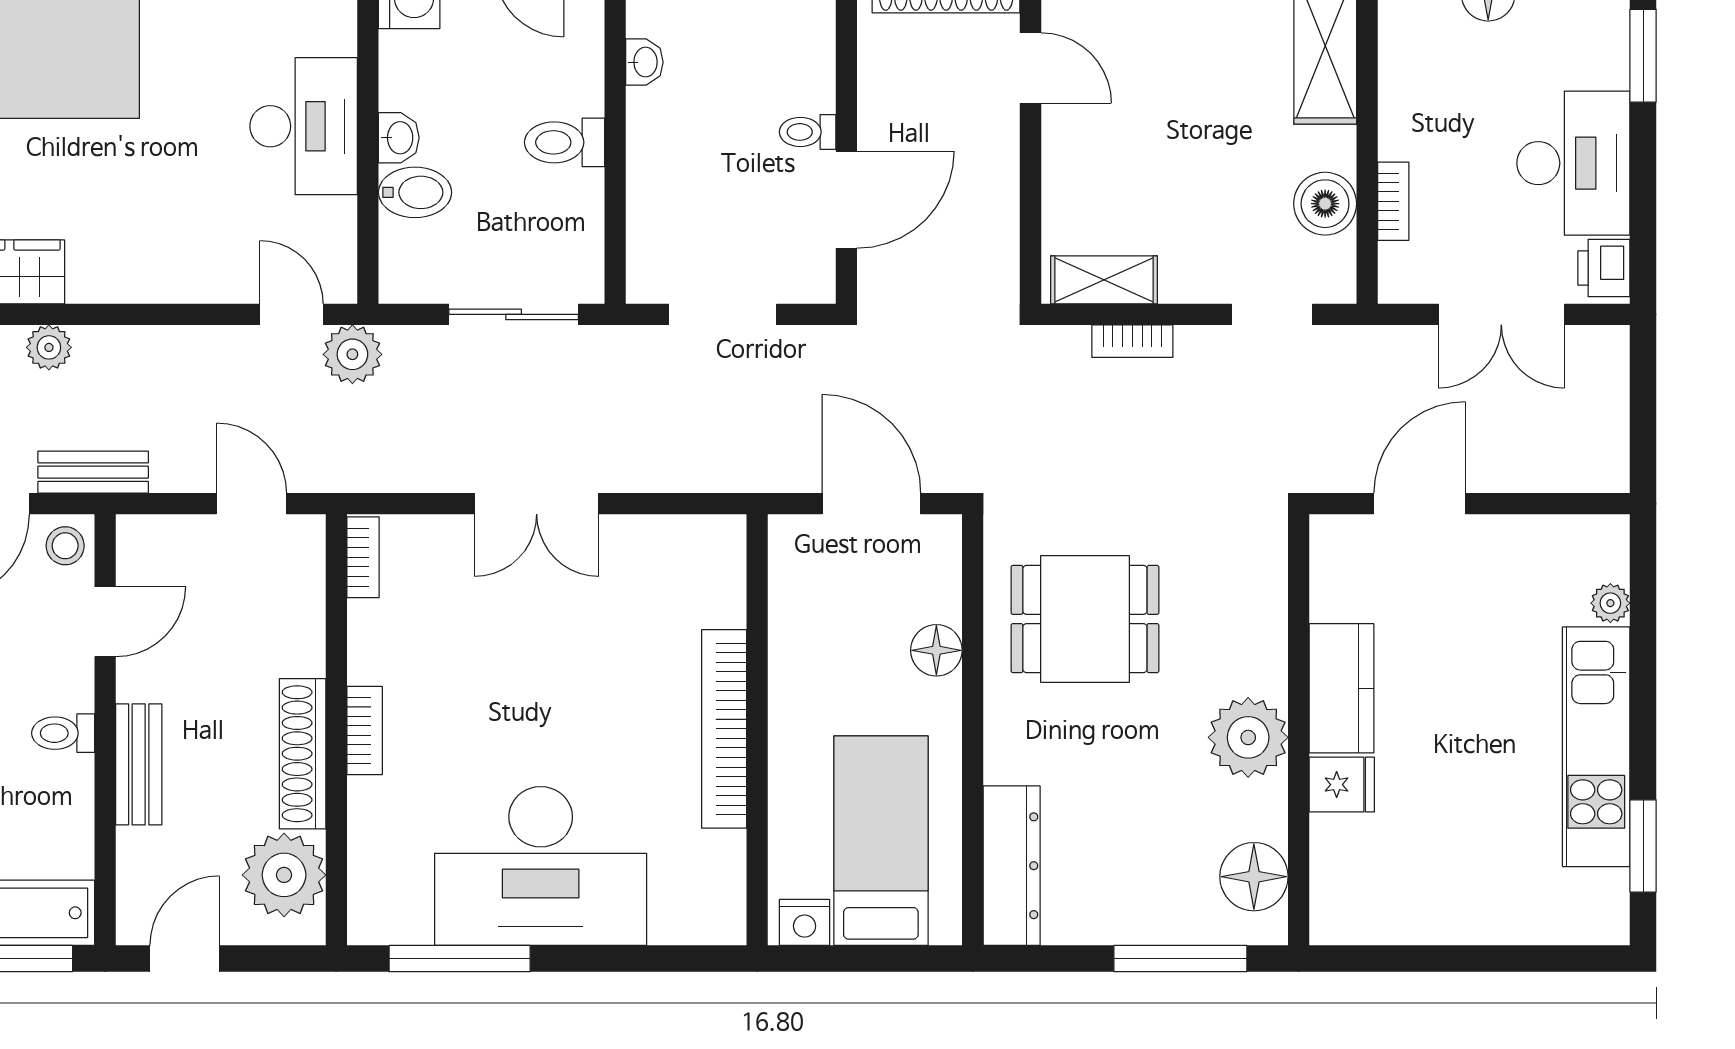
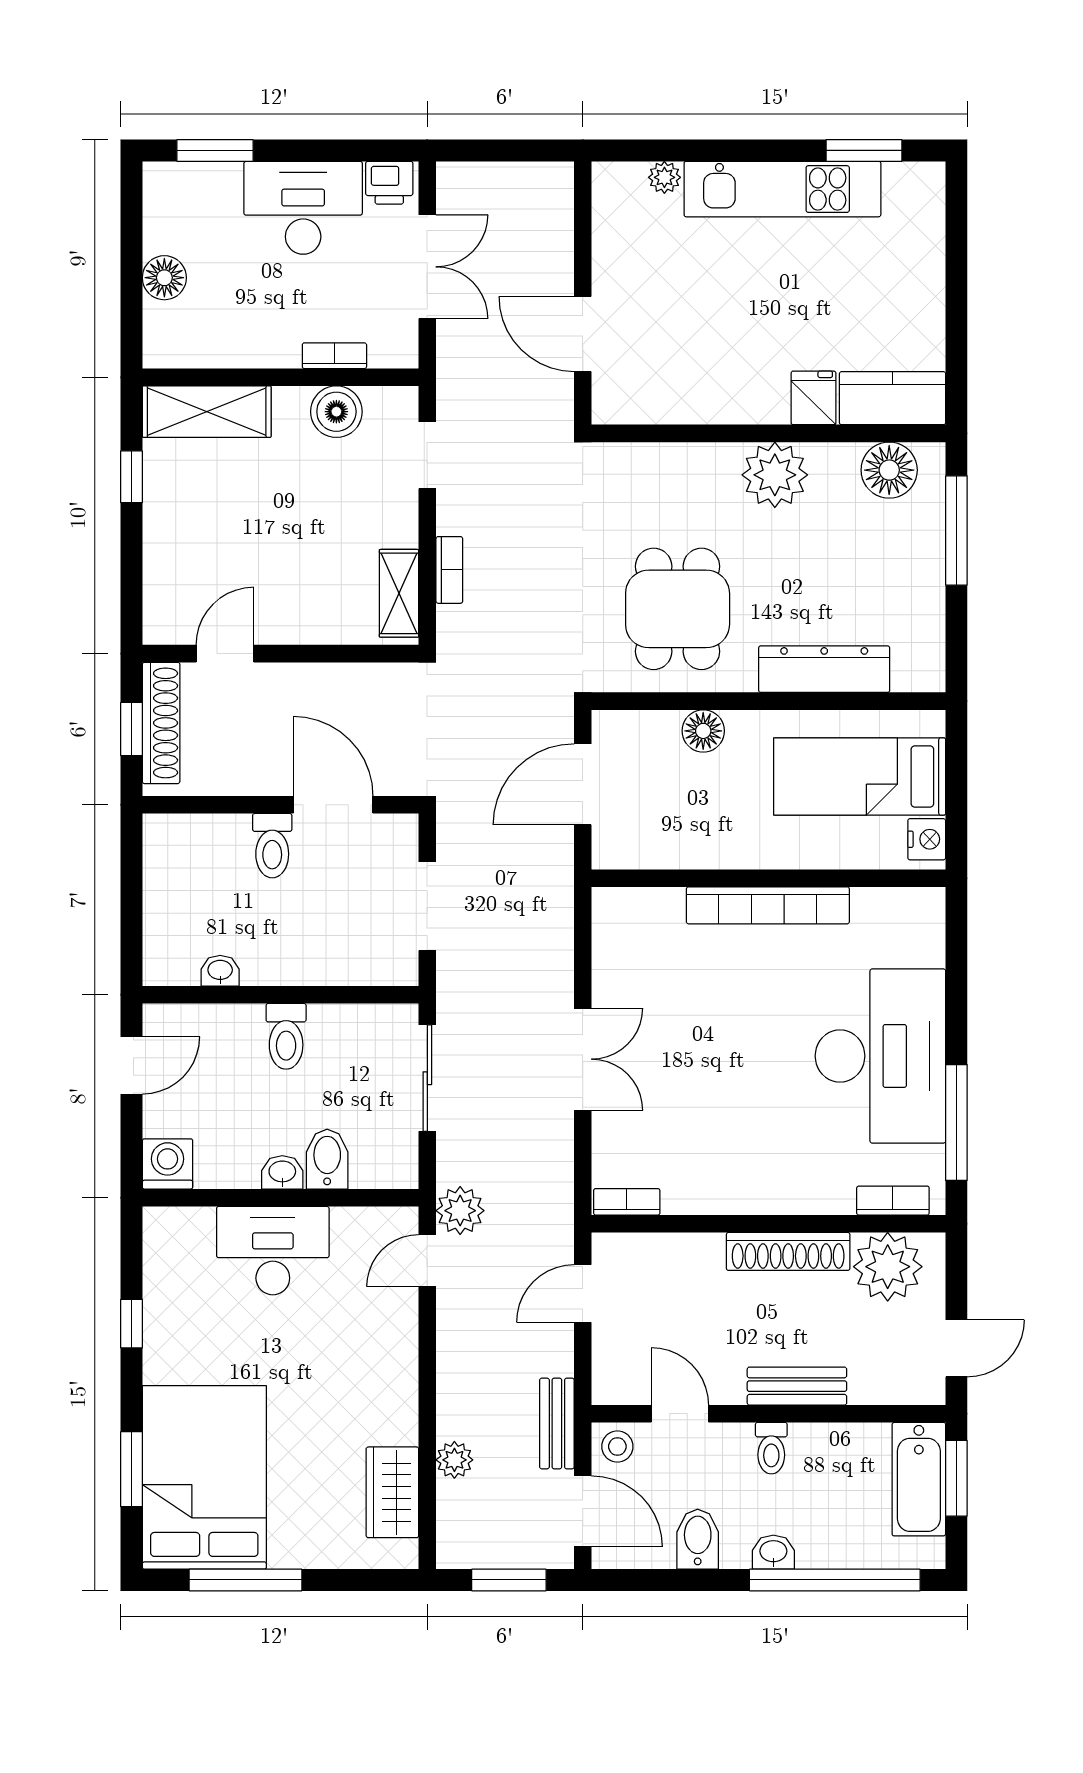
toilet: (808, 132) -> (272, 846), width x1.37, depth x1.39
kitchen counter: (1342, 688) -> (893, 398), moved
bookcase: (365, 731) -> (893, 1201), moved
dresser: (1012, 866) -> (824, 669), moved
door: (185, 959) -> (956, 1348), swing flipped

